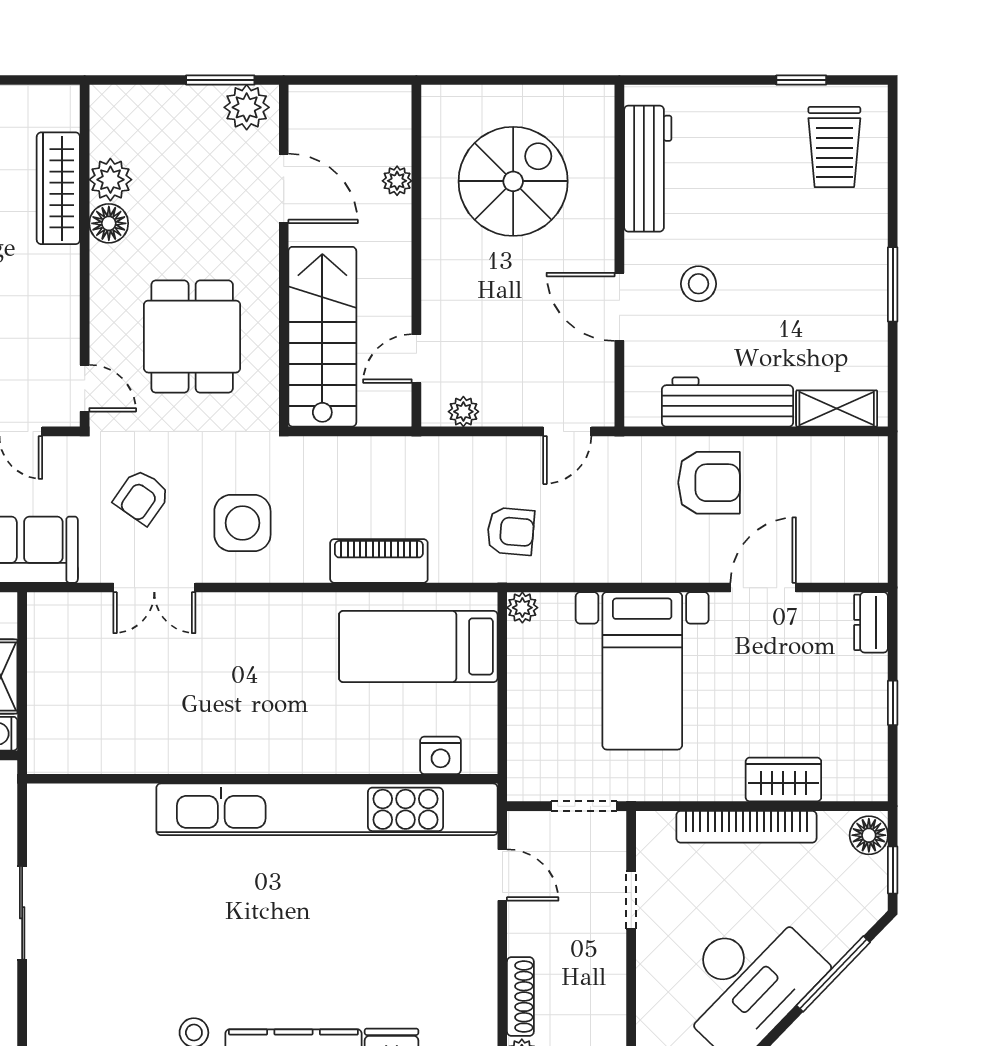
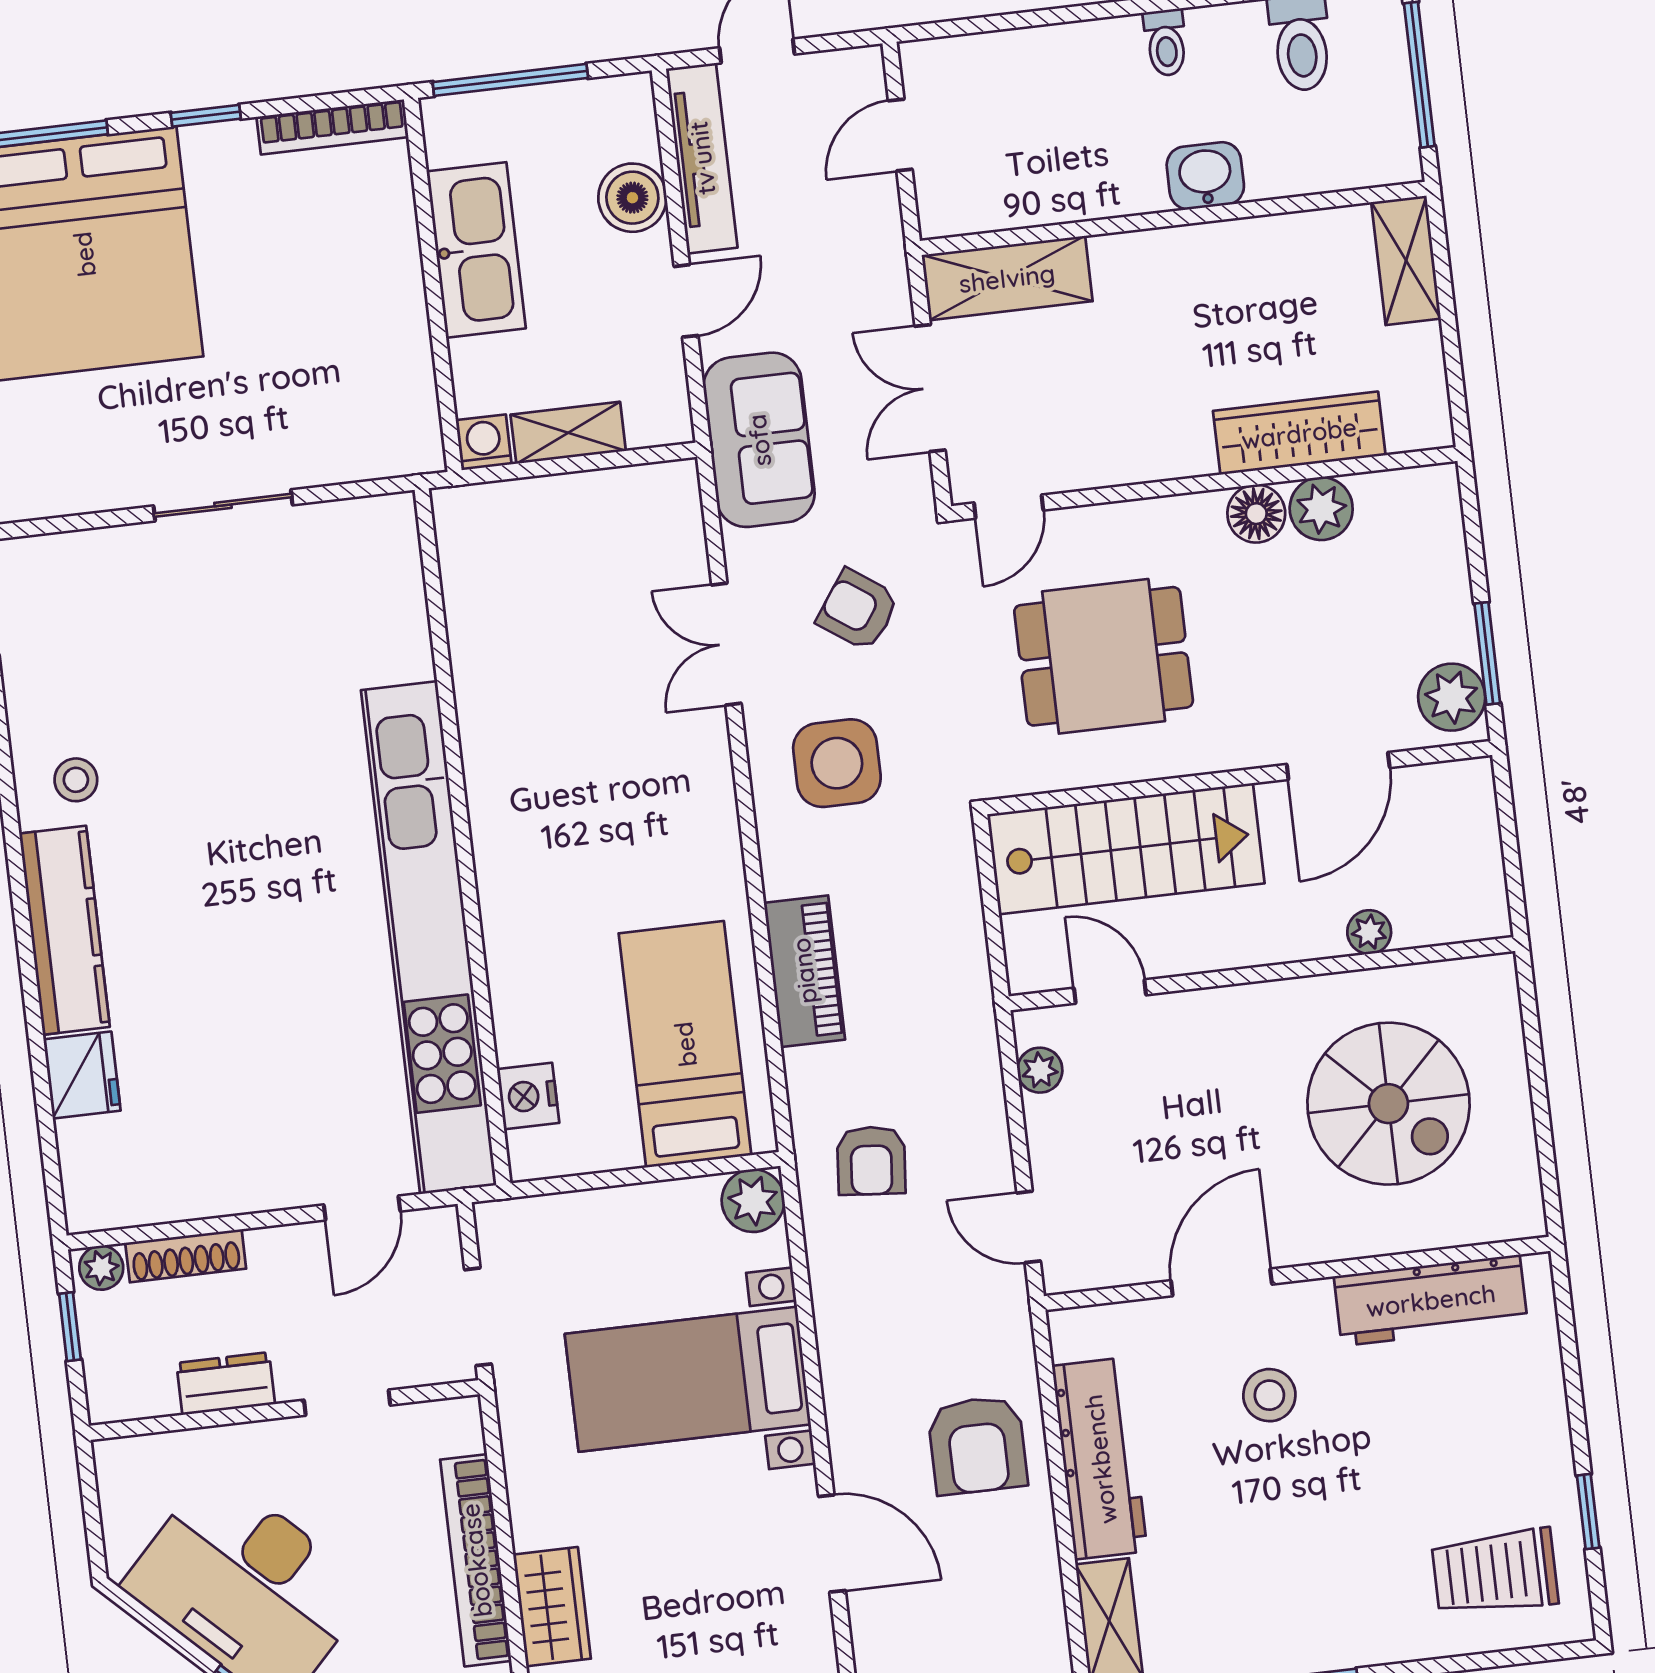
plant: (522, 608) -> (753, 1201), width x1.38, depth x1.38
dresser: (609, 980) -> (226, 1383), added

